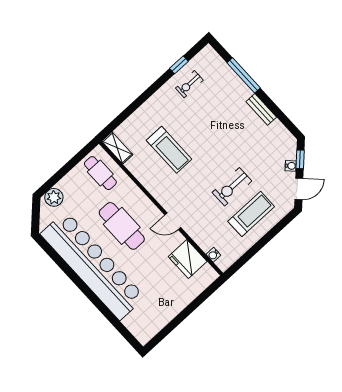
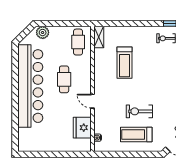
treadmill: (251, 214) -> (136, 135), turned 180
cafe table: (122, 226) -> (64, 79), width x0.73, depth x0.74

